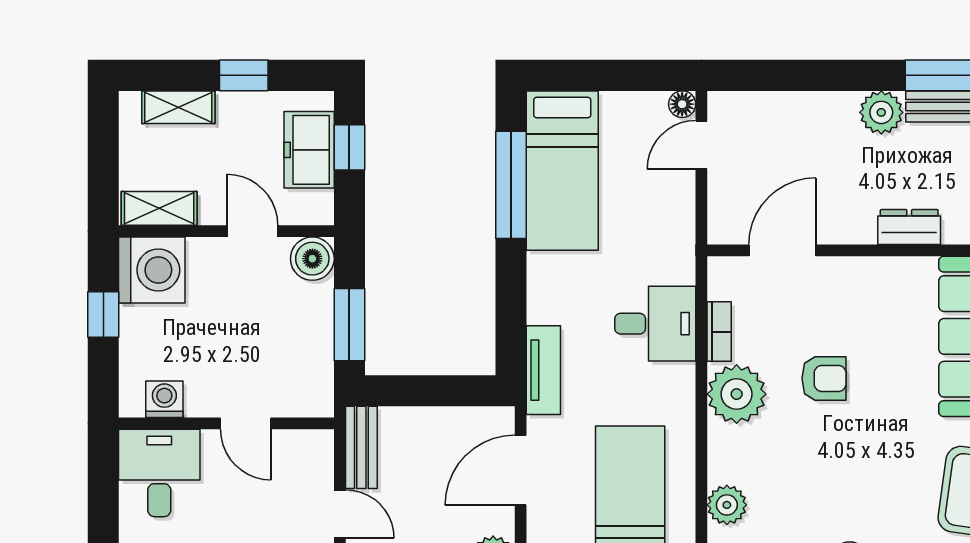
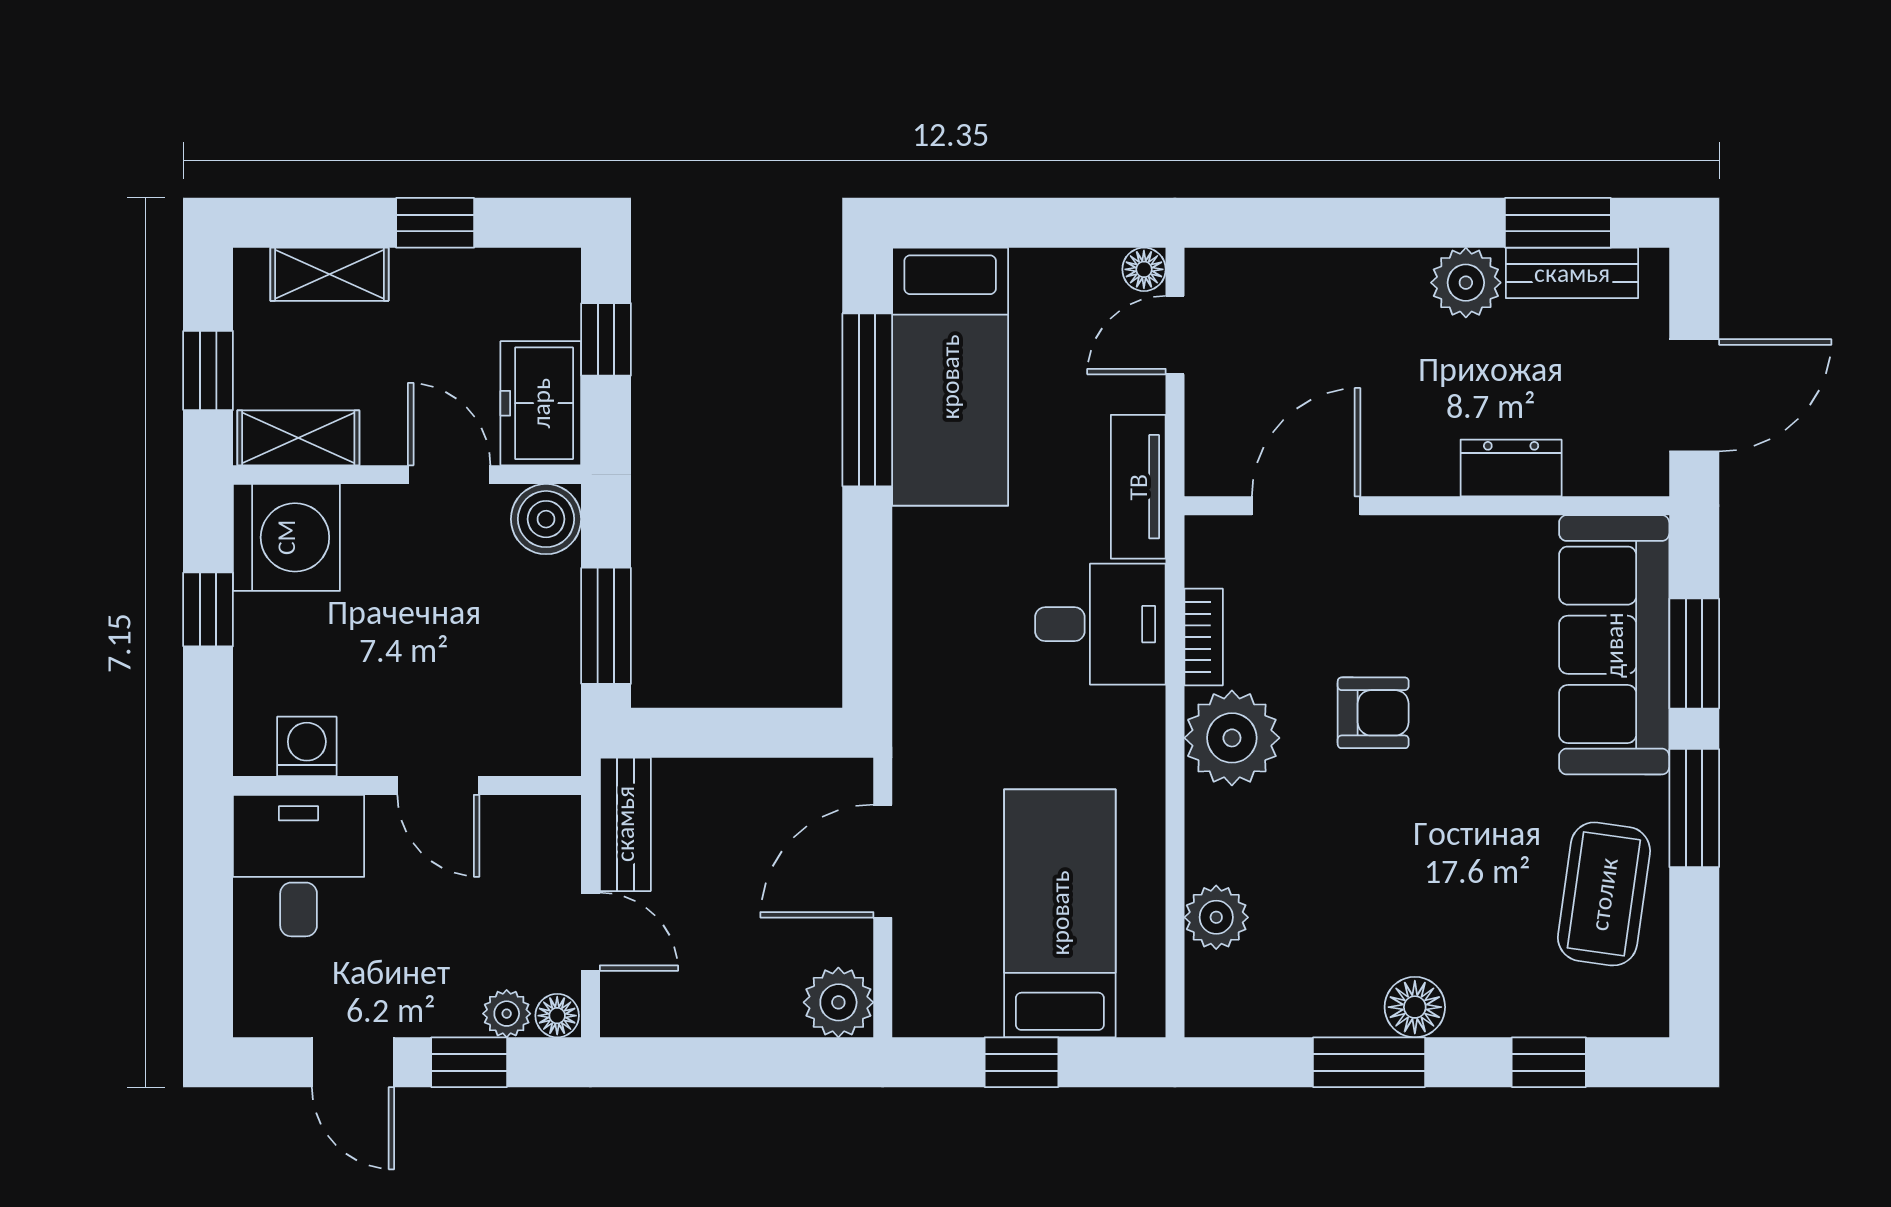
freezer: (309, 150) -> (541, 403), moved
window: (103, 167) -> (208, 370), added
tv unit: (543, 370) -> (1138, 487), moved, turned 180

